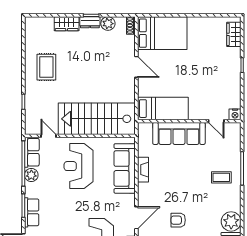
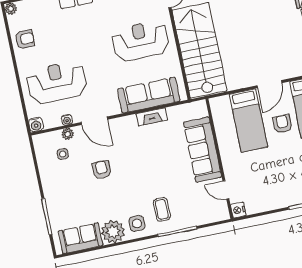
armchair: (171, 63) -> (282, 124), added
bed: (163, 109) -> (248, 121), moved
door: (216, 121) -> (226, 190), hinge flipped
side table: (229, 200) -> (137, 223), added

